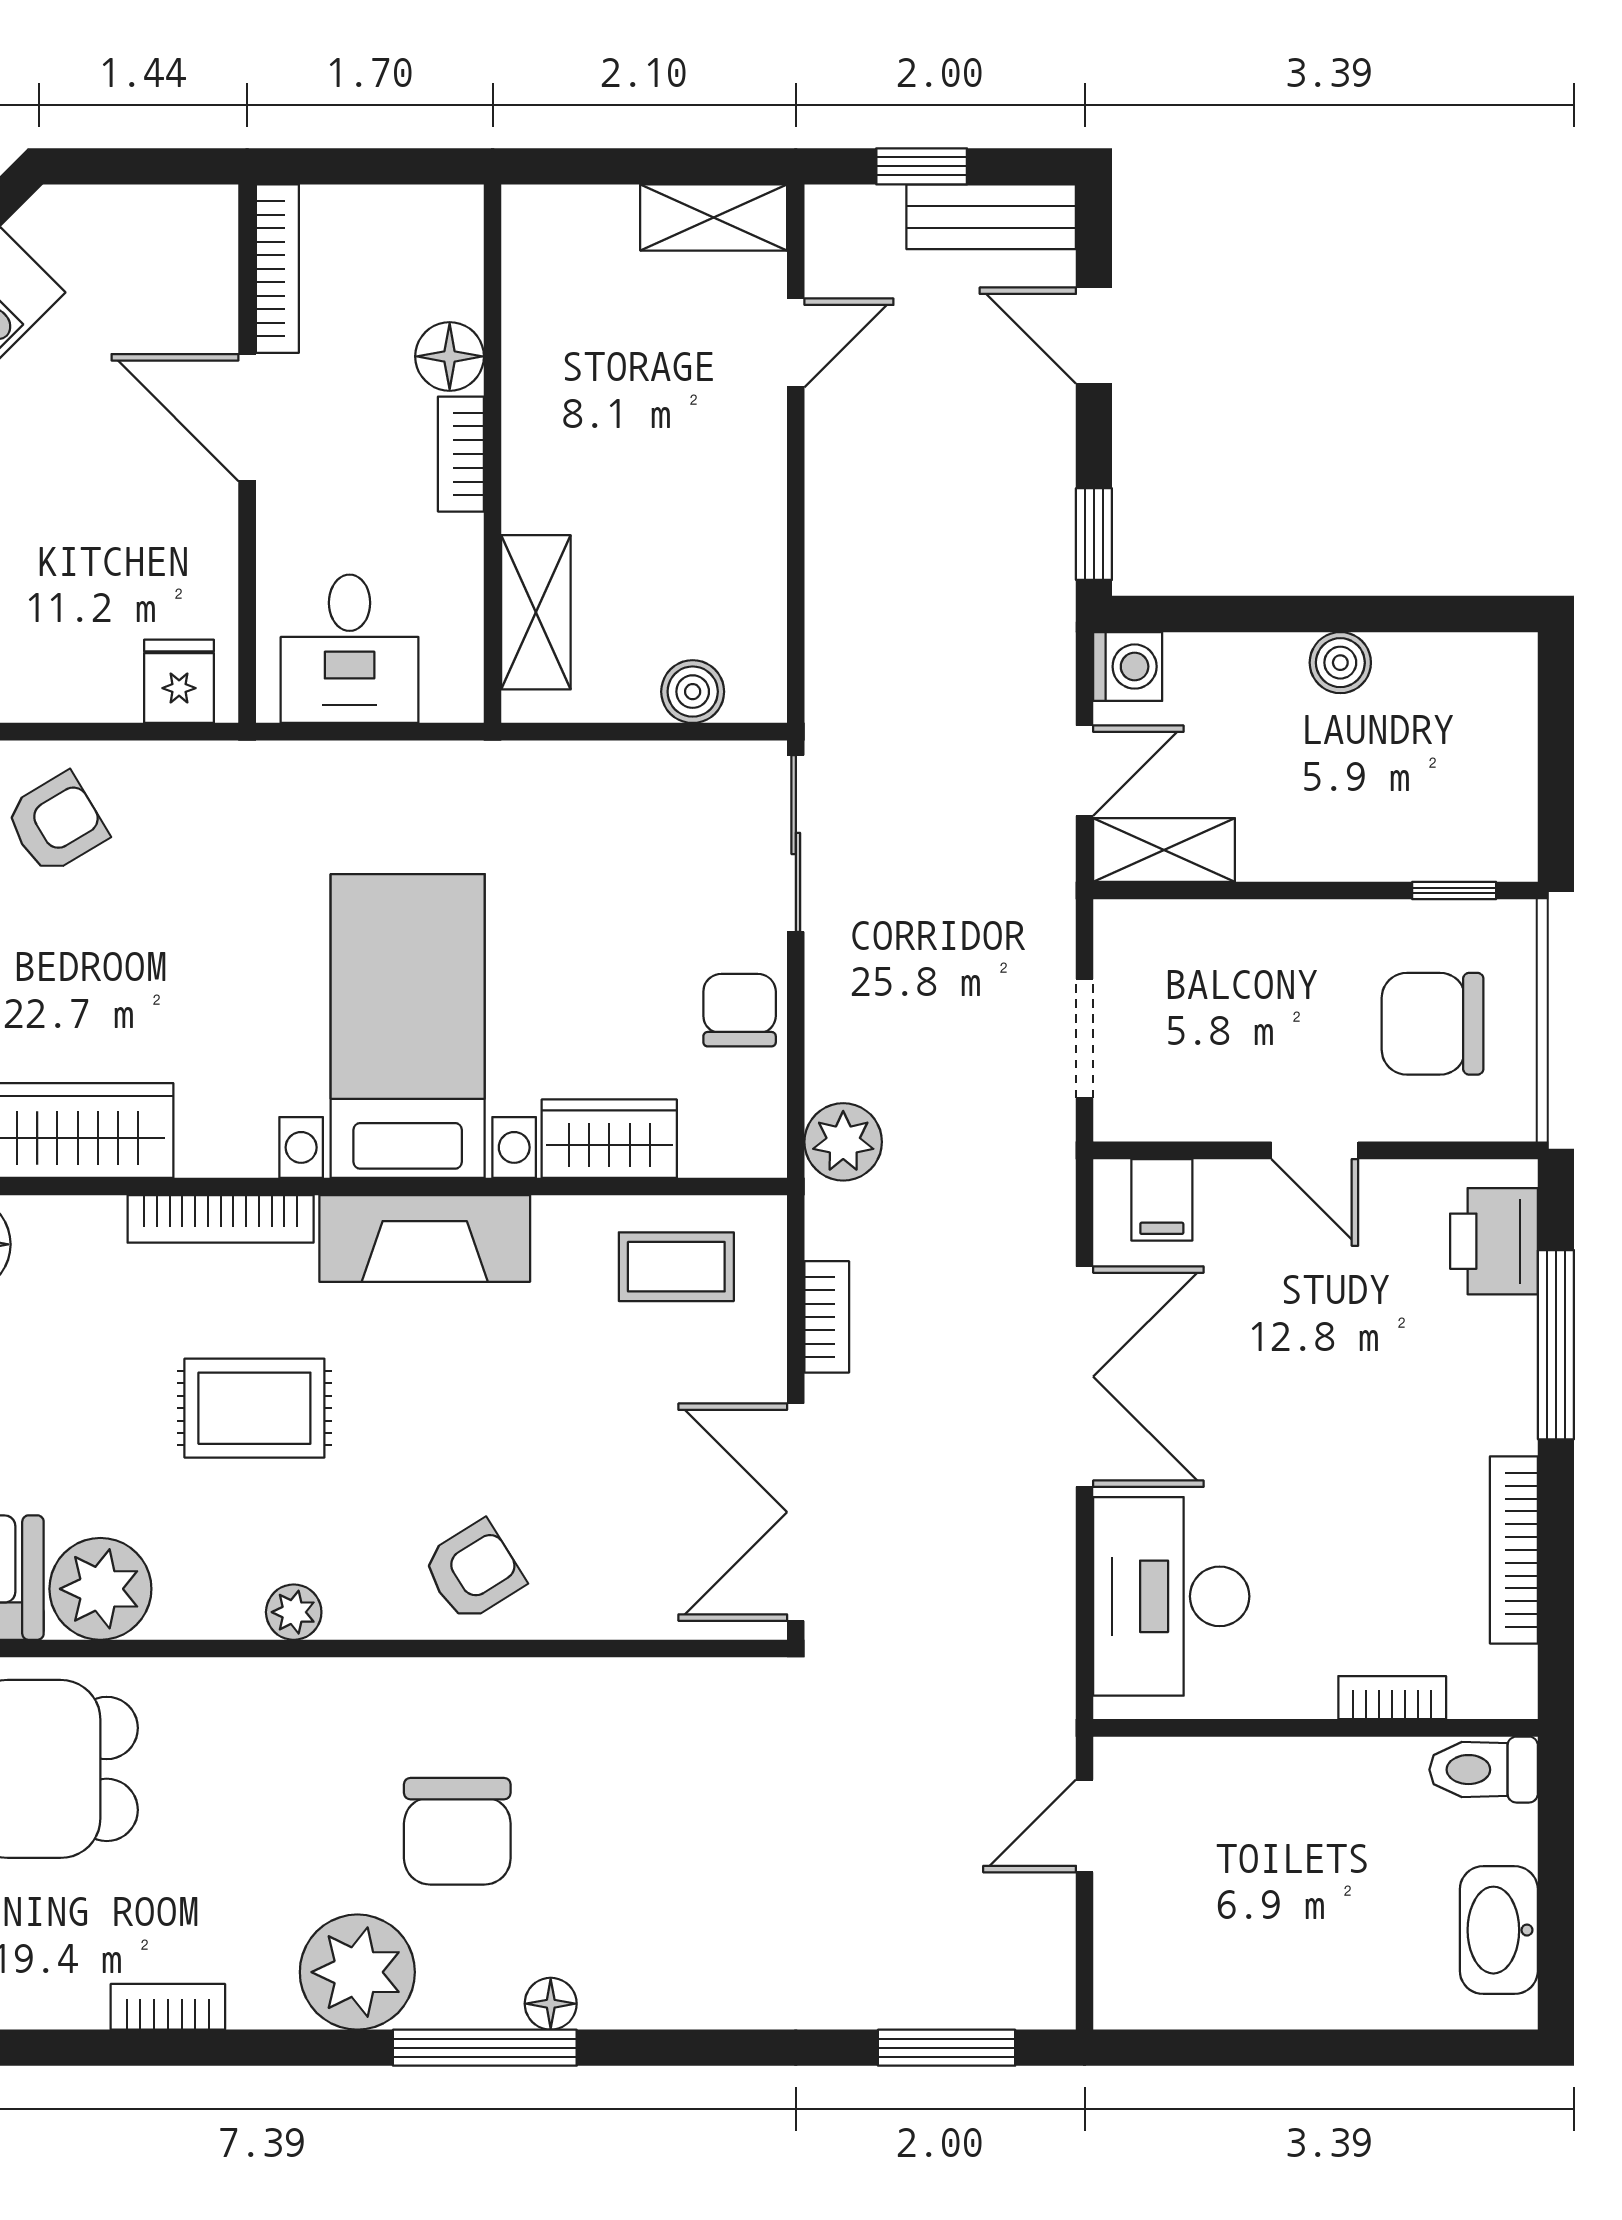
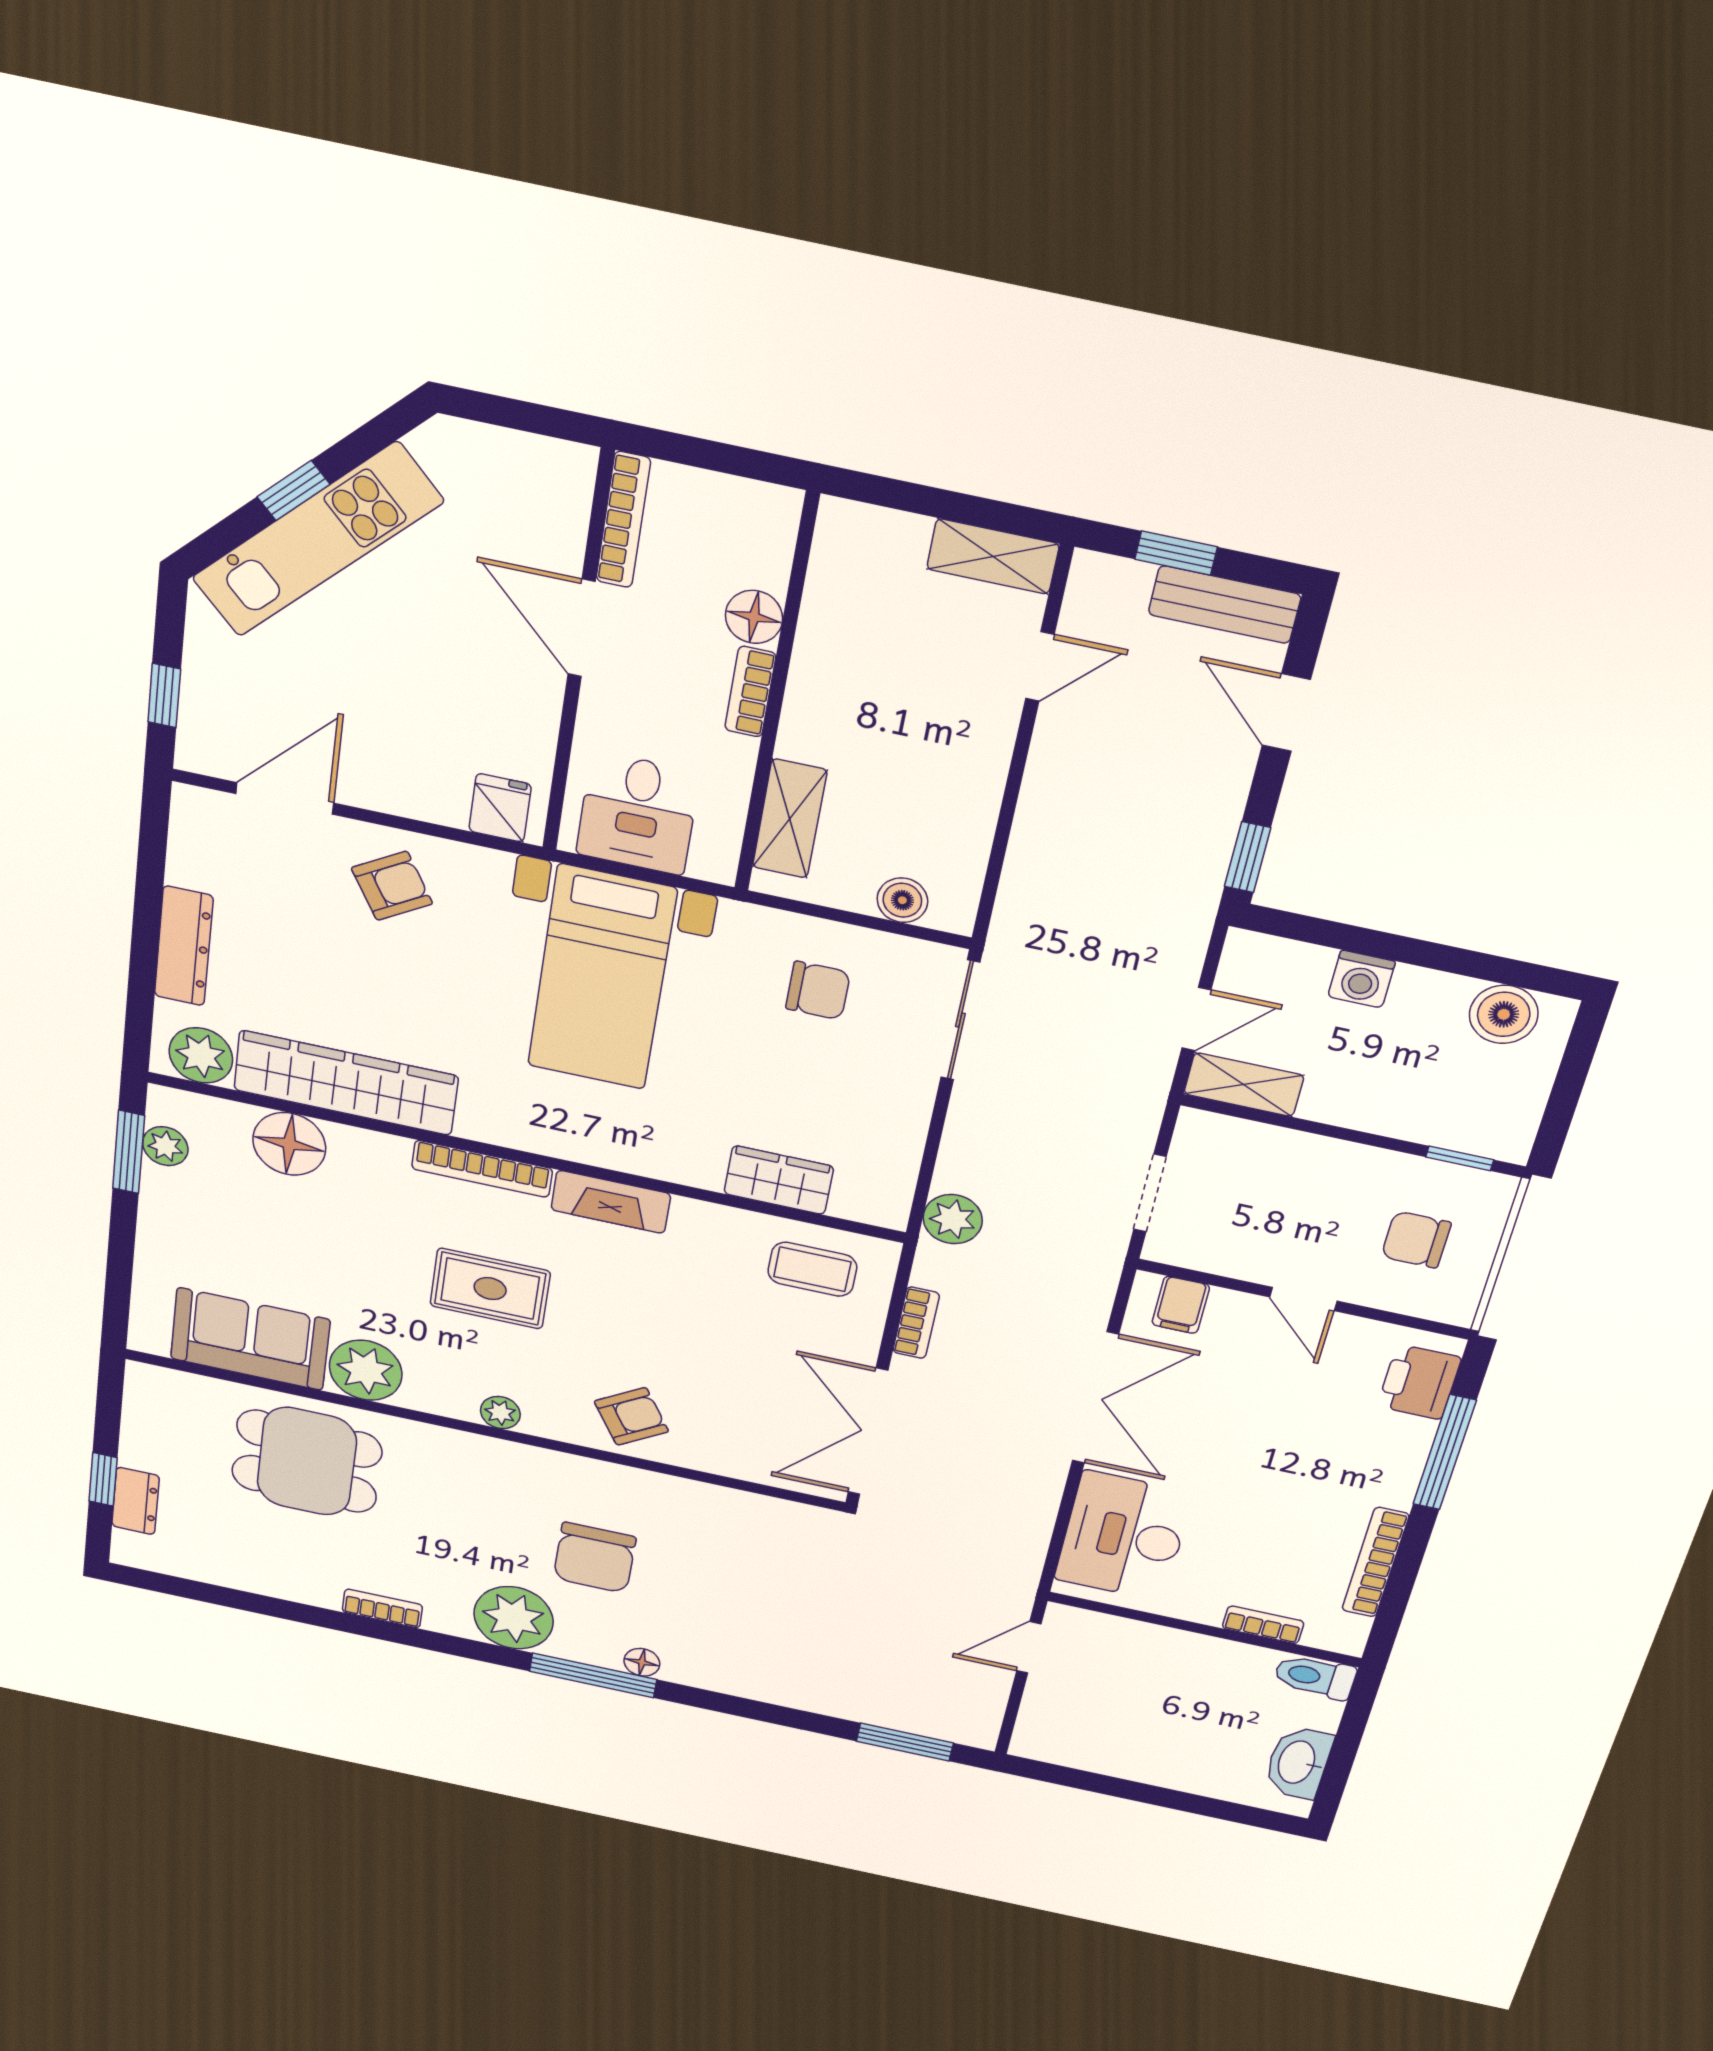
boiler: (1340, 663) -> (1504, 1014), moved, width x1.36, depth x1.36
washing machine: (1128, 667) -> (1361, 979), moved, turned 90
chair: (740, 1010) -> (818, 991), moved, turned 90
chair: (1433, 1024) -> (1416, 1240), width x0.73, depth x0.73
bed with nightstands: (408, 1026) -> (602, 978), moved, turned 180
fireplace: (425, 1238) -> (611, 1202), width x0.73, depth x0.76

